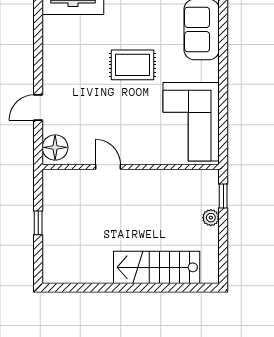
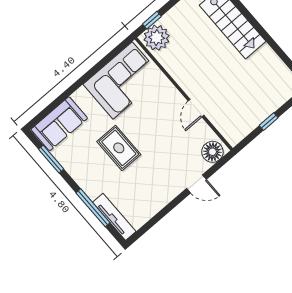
plant: (211, 218) -> (157, 38), moved, width x1.87, depth x1.87

